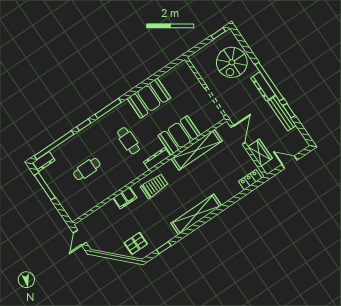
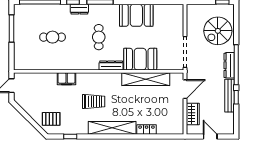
dresser: (44, 161) -> (79, 9), moved
locker: (250, 180) -> (147, 130), moved
trolley: (154, 186) -> (94, 101), moved

